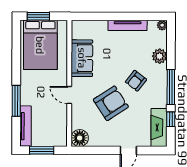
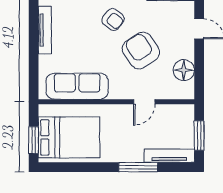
sofa: (82, 58) -> (77, 86), width x1.36
door: (69, 95) -> (144, 102), moved
floor lamp: (80, 138) -> (184, 70), moved

